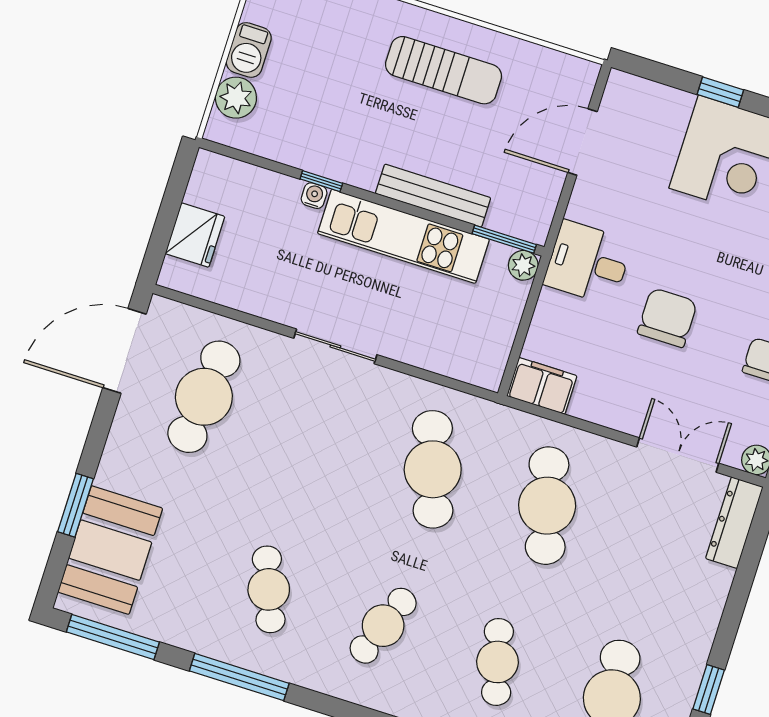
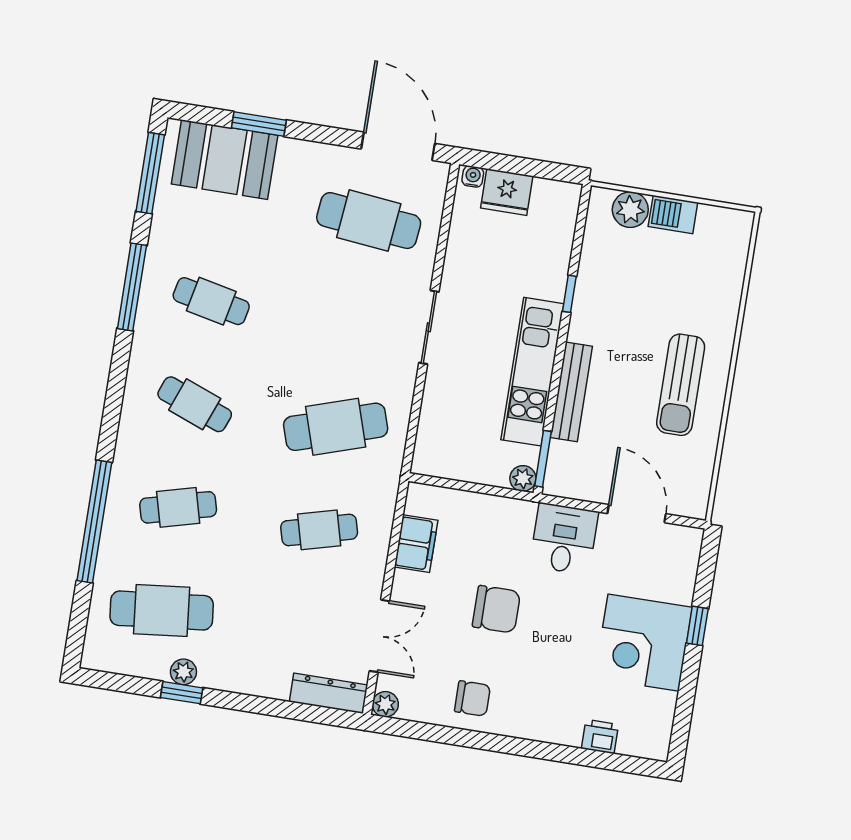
water cooler: (314, 196) -> (473, 177), moved, turned -90
desk: (588, 263) -> (564, 539), moved
filing cabinet: (542, 386) -> (416, 544), moved
cafe table: (547, 506) -> (319, 530), width x0.73, depth x0.74
cafe table: (269, 589) -> (211, 301), turned 33
plant: (685, 684) -> (183, 672), added

